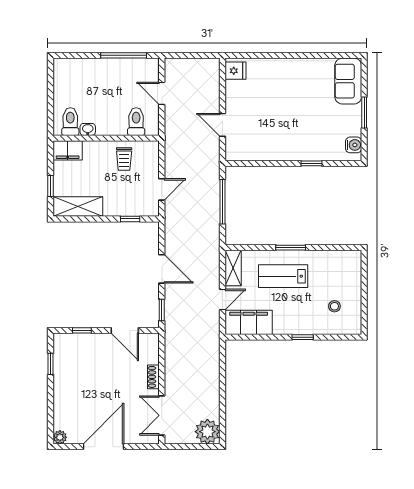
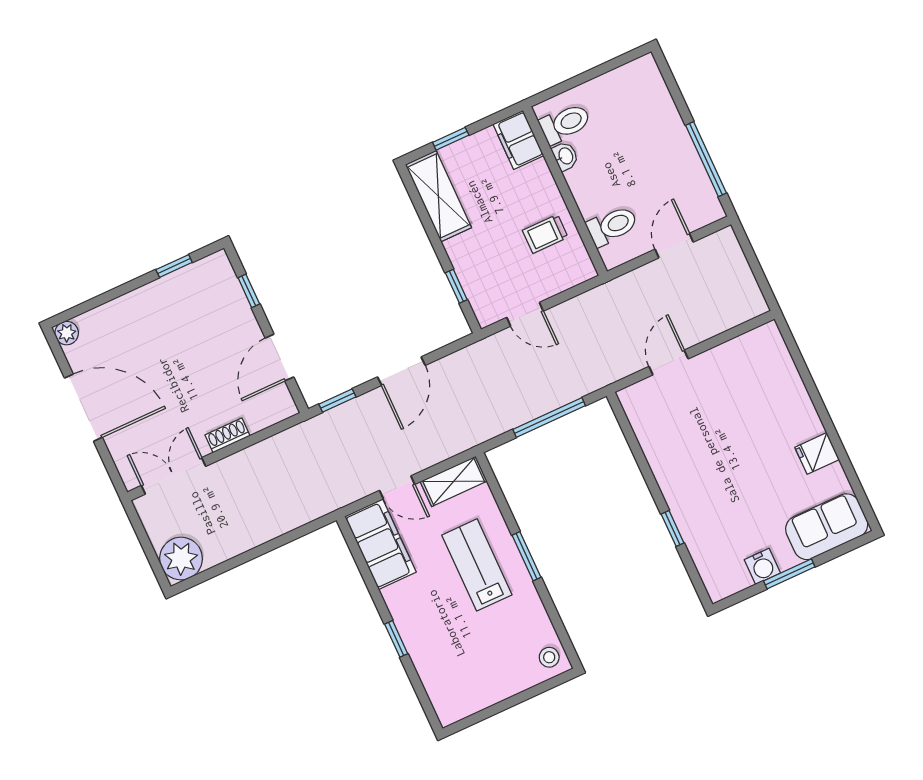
fridge: (235, 71) -> (817, 453), moved, turned 90
water cooler: (354, 145) -> (762, 566), moved
stool: (334, 306) -> (549, 657), moved

